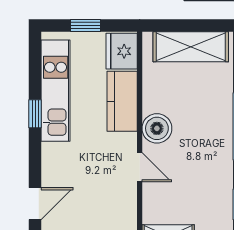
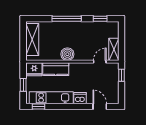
window: (35, 114) -> (39, 107), moved
dishwasher: (55, 158) -> (80, 98), added
door: (140, 167) -> (100, 62), moved

